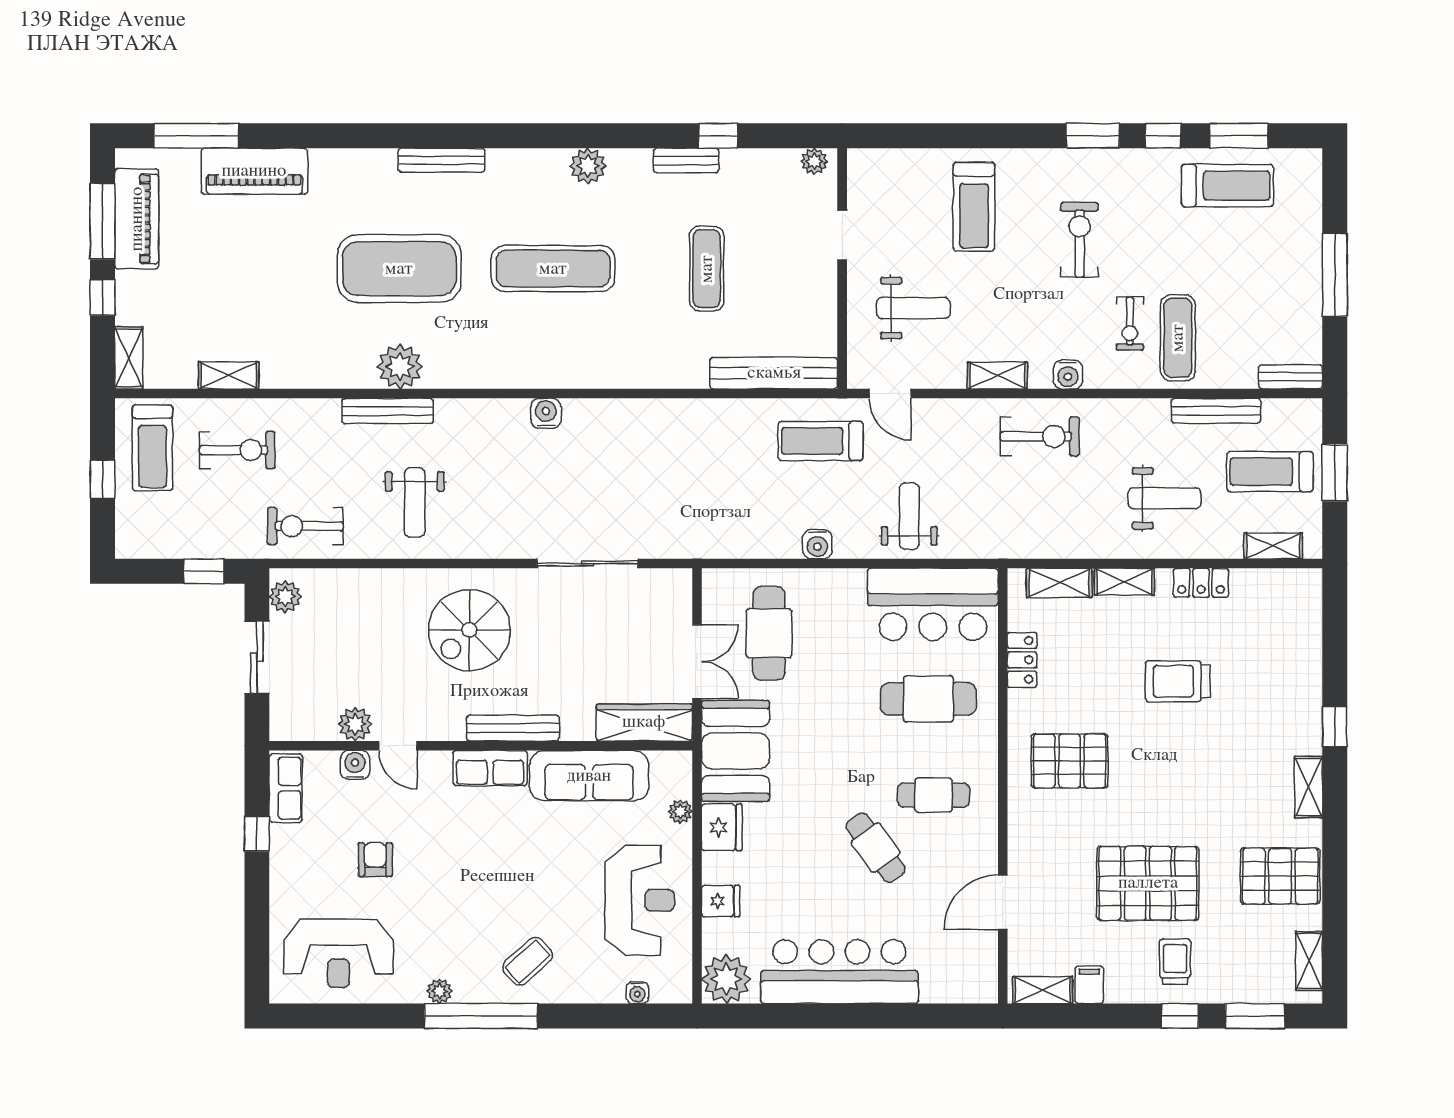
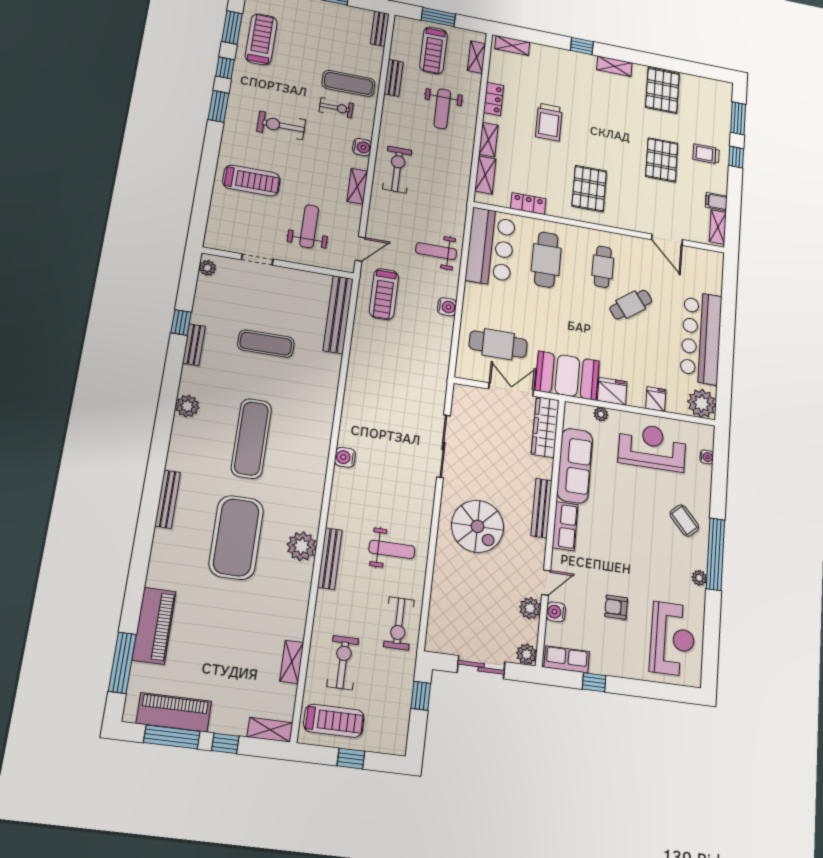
bench: (1216, 411) -> (394, 78), width x0.73
weight bench: (1165, 498) -> (442, 109), turned 180
plant: (285, 597) -> (527, 654), moved
pallet: (1148, 883) -> (662, 160), width x0.73, depth x0.71
shelving: (1309, 961) -> (512, 45), moved

